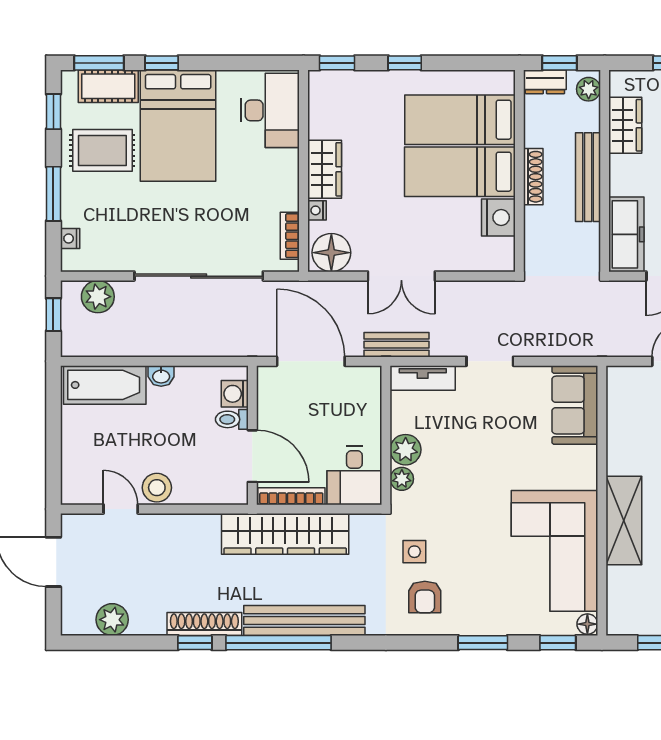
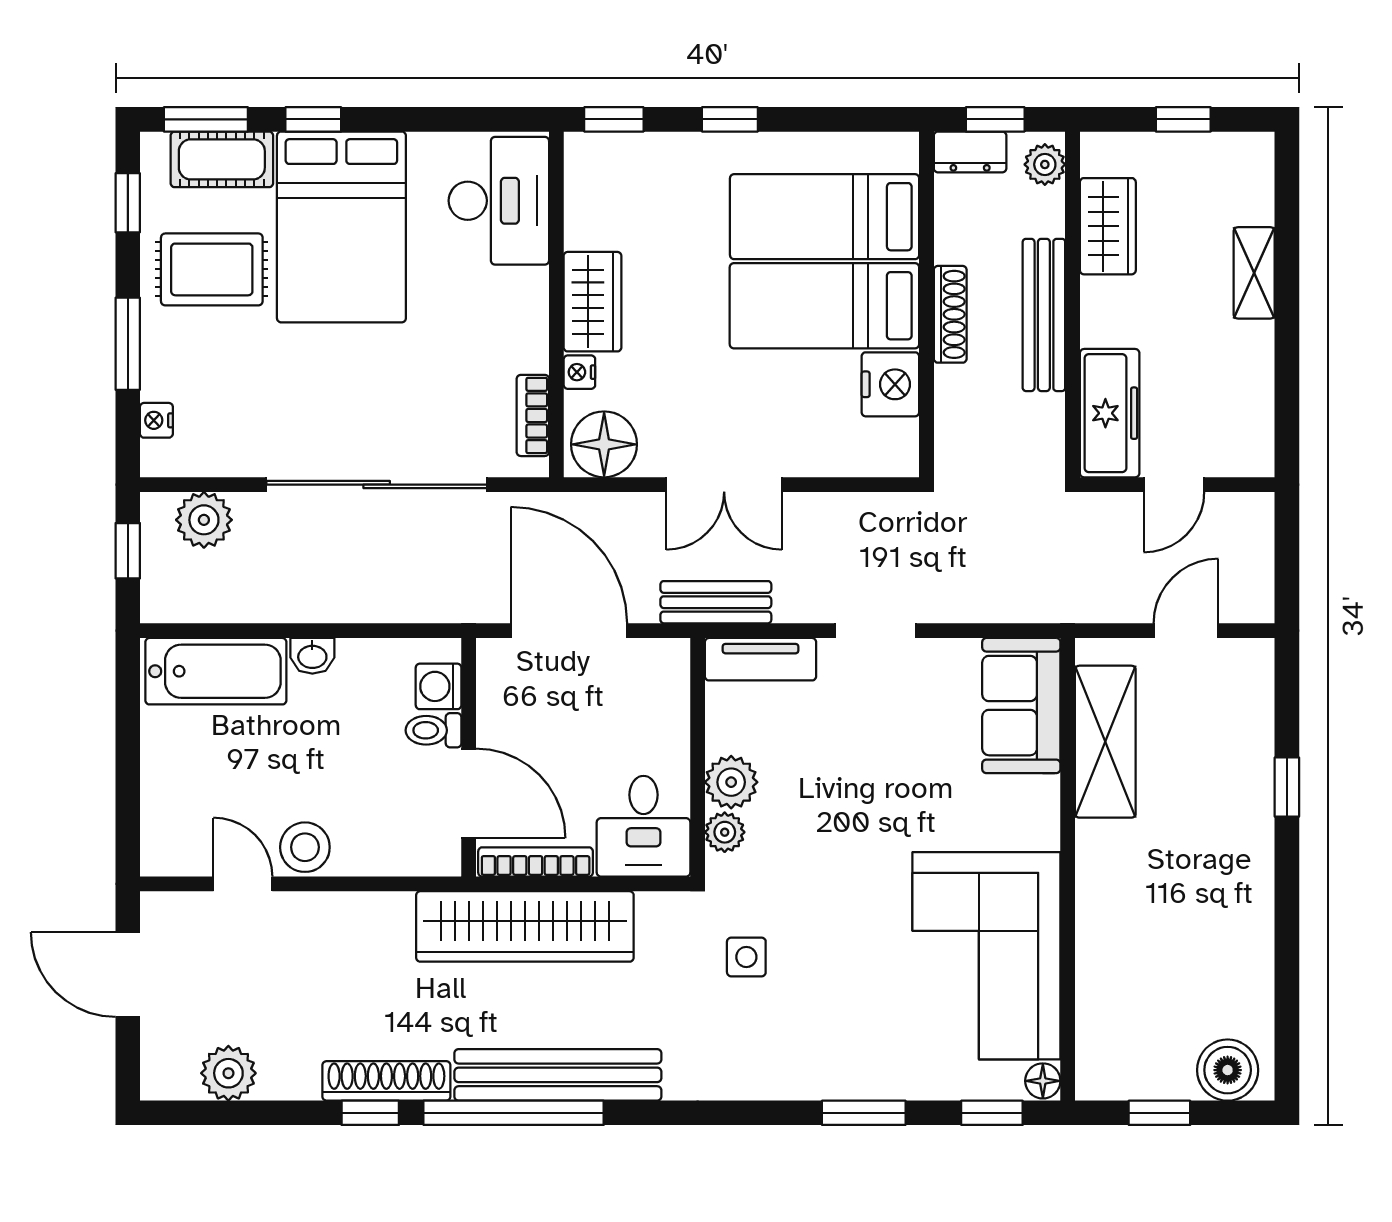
shelving: (624, 521) -> (1105, 742), moved
armchair: (425, 597) -> (764, 1035), removed

